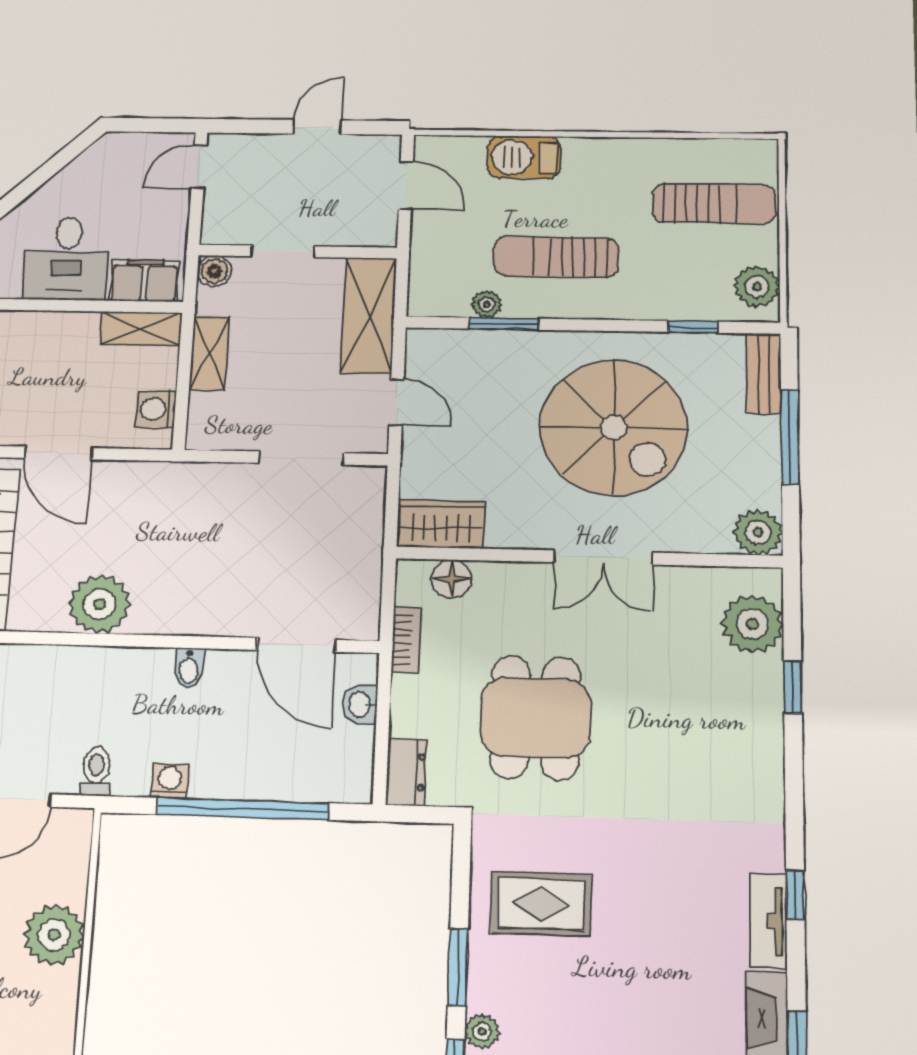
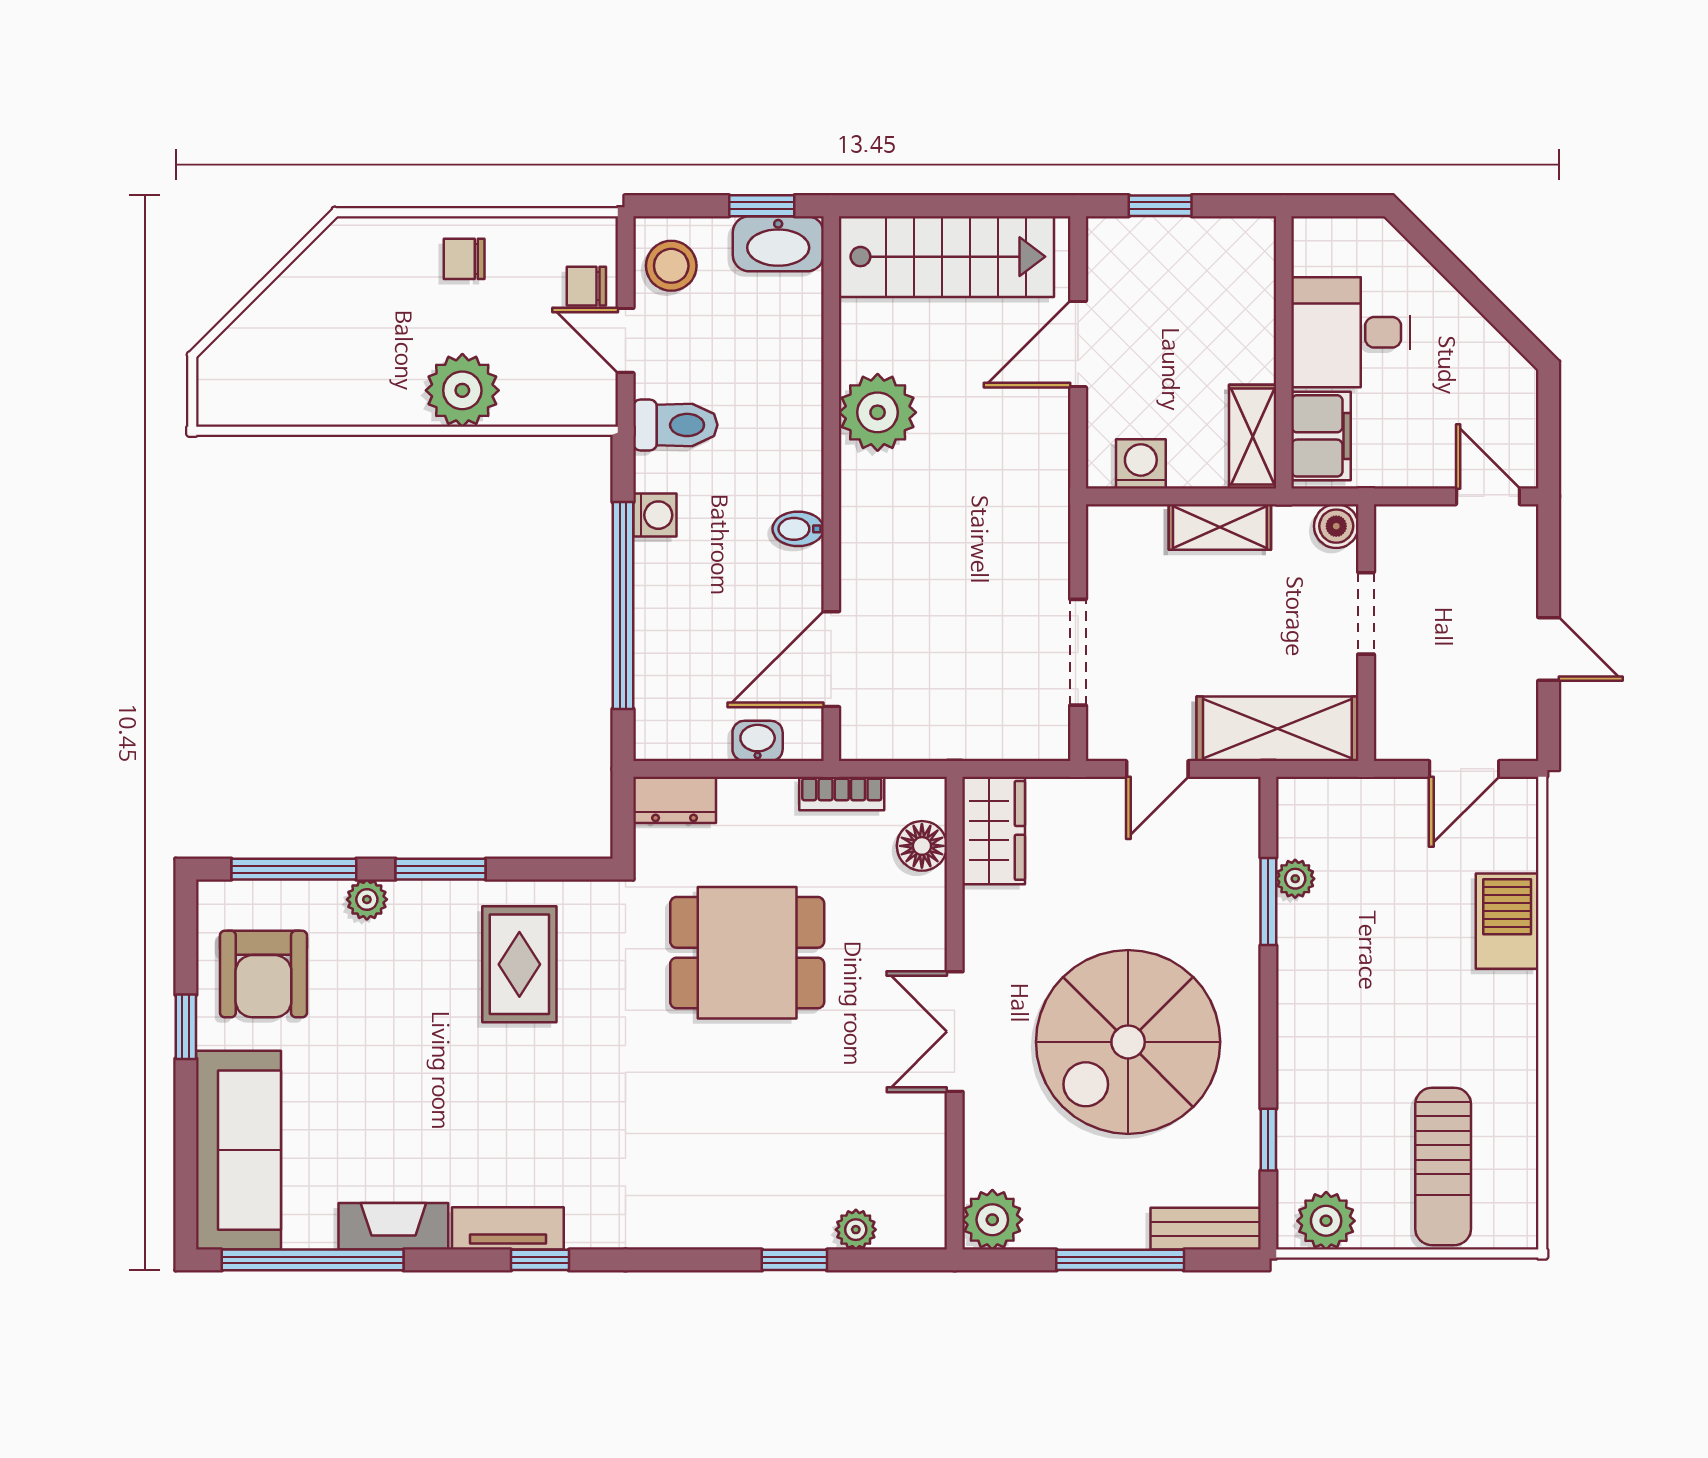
sun lounger: (556, 257) -> (1364, 966), removed
plant: (752, 624) -> (856, 1230), width x0.53, depth x0.53
toilet: (96, 771) -> (675, 425), width x1.37, depth x1.39

